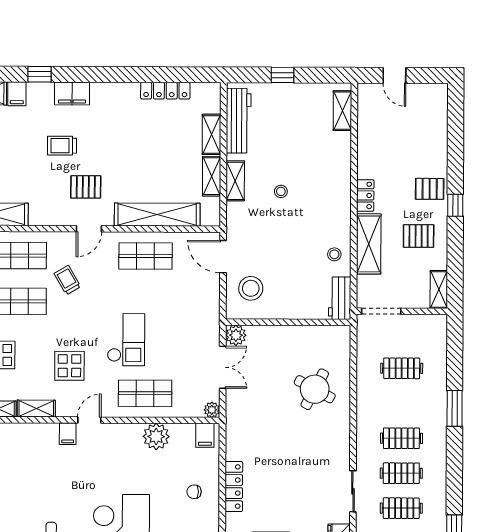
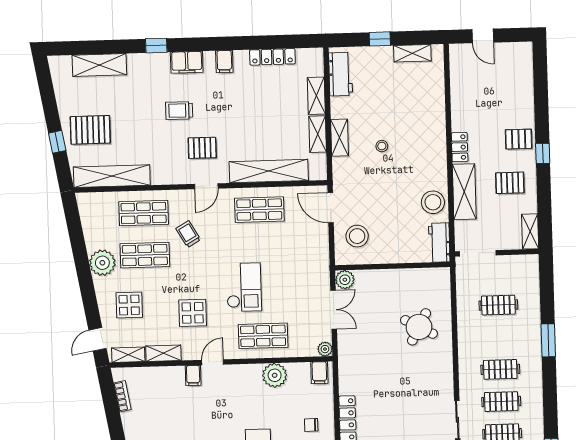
filing cabinet: (17, 94) -> (224, 62), moved
shelving: (342, 111) -> (412, 53), moved, turned 90
workbench: (239, 121) -> (341, 74), width x0.73
stool: (334, 254) -> (433, 202), width x1.89, depth x1.89

